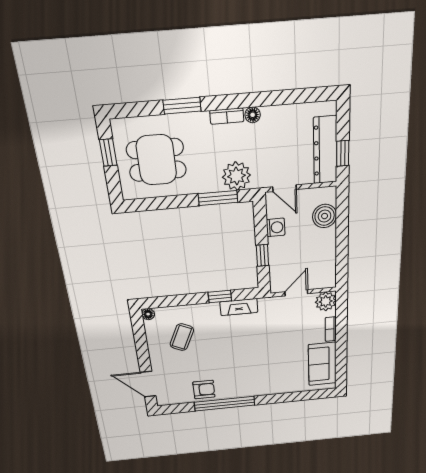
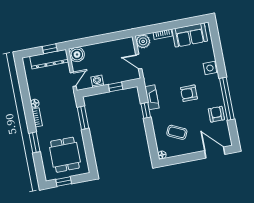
plant: (236, 176) -> (69, 108), removed
boiler: (325, 216) -> (77, 54), moved
armchair: (239, 357) -> (189, 93), added
door: (148, 384) -> (215, 153), swing flipped
side table: (271, 386) -> (210, 68), added

